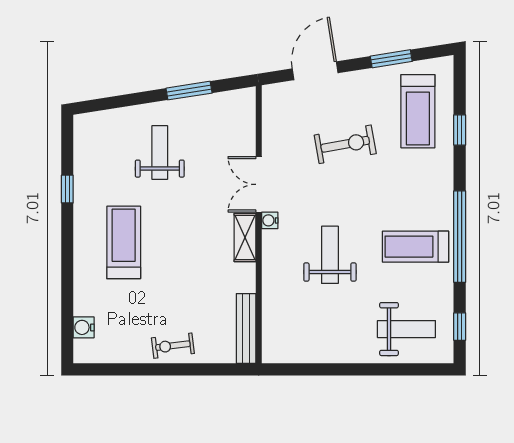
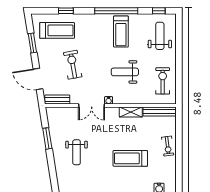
bench: (272, 112) -> (57, 99), added
weight bench: (160, 153) -> (77, 152), turned -90
shelving: (245, 237) -> (131, 112), moved
treadmill: (124, 242) -> (130, 158), moved
exercise bike: (311, 335) -> (163, 81), added

